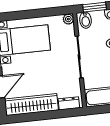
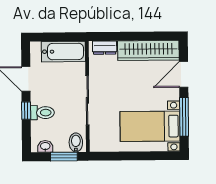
plant: (68, 19) -> (96, 146), removed

